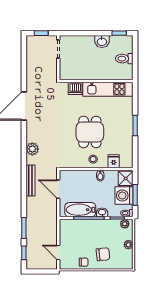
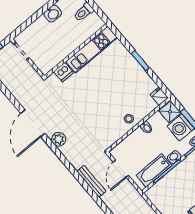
dining table: (90, 132) -> (107, 98), removed
plant: (32, 149) -> (59, 139), moved
fridge: (114, 161) -> (159, 96), moved
door: (58, 189) -> (121, 169), hinge flipped

